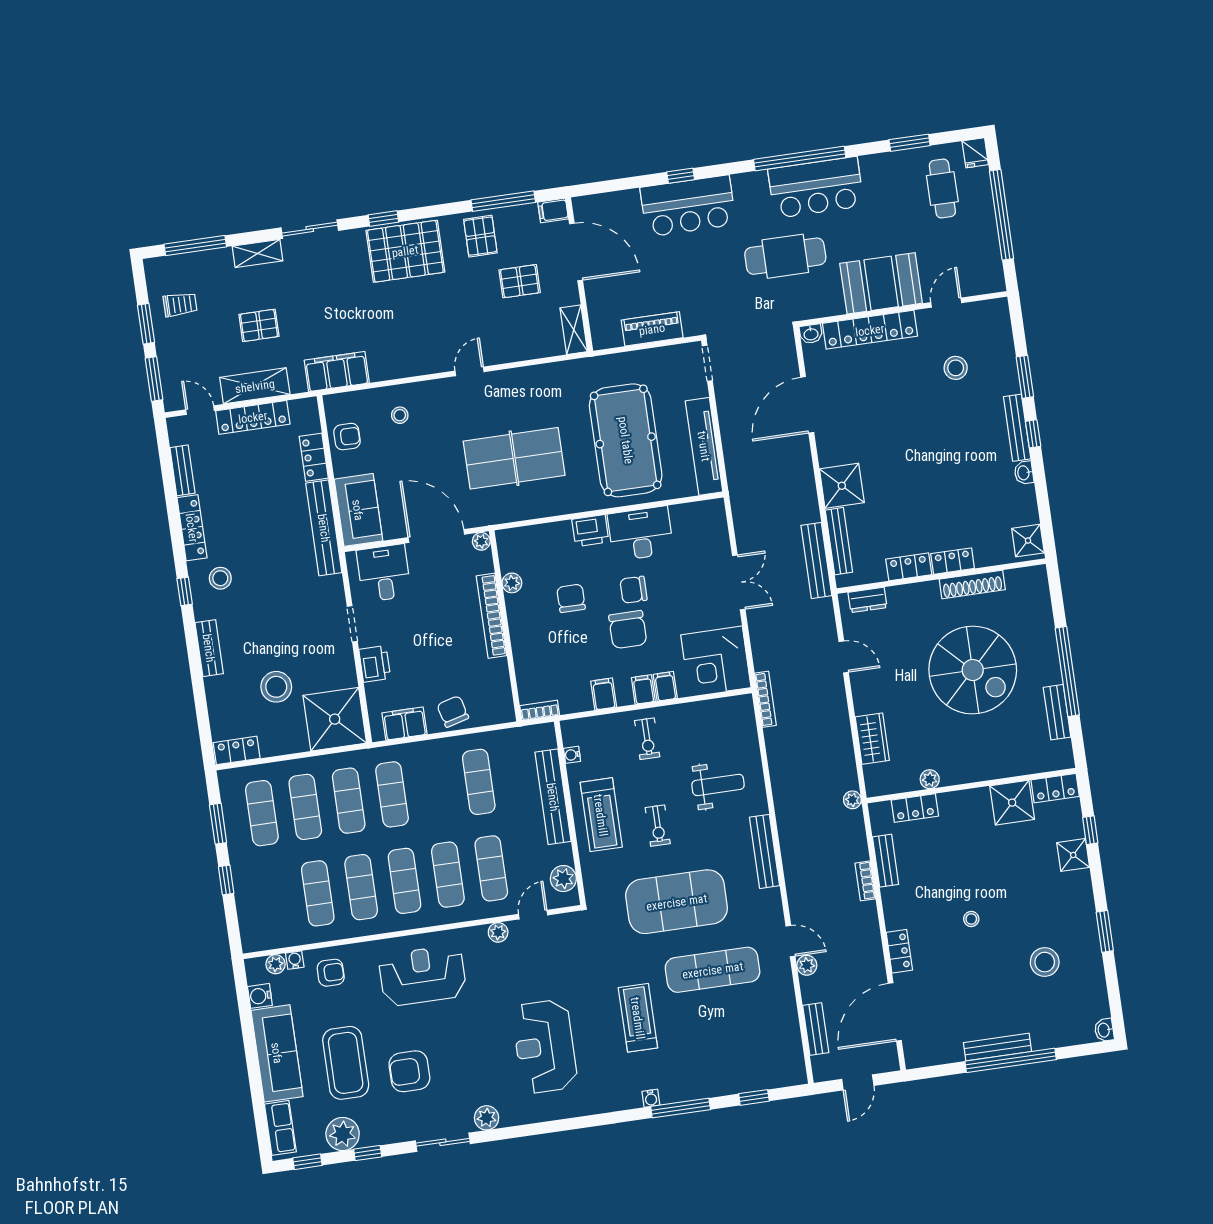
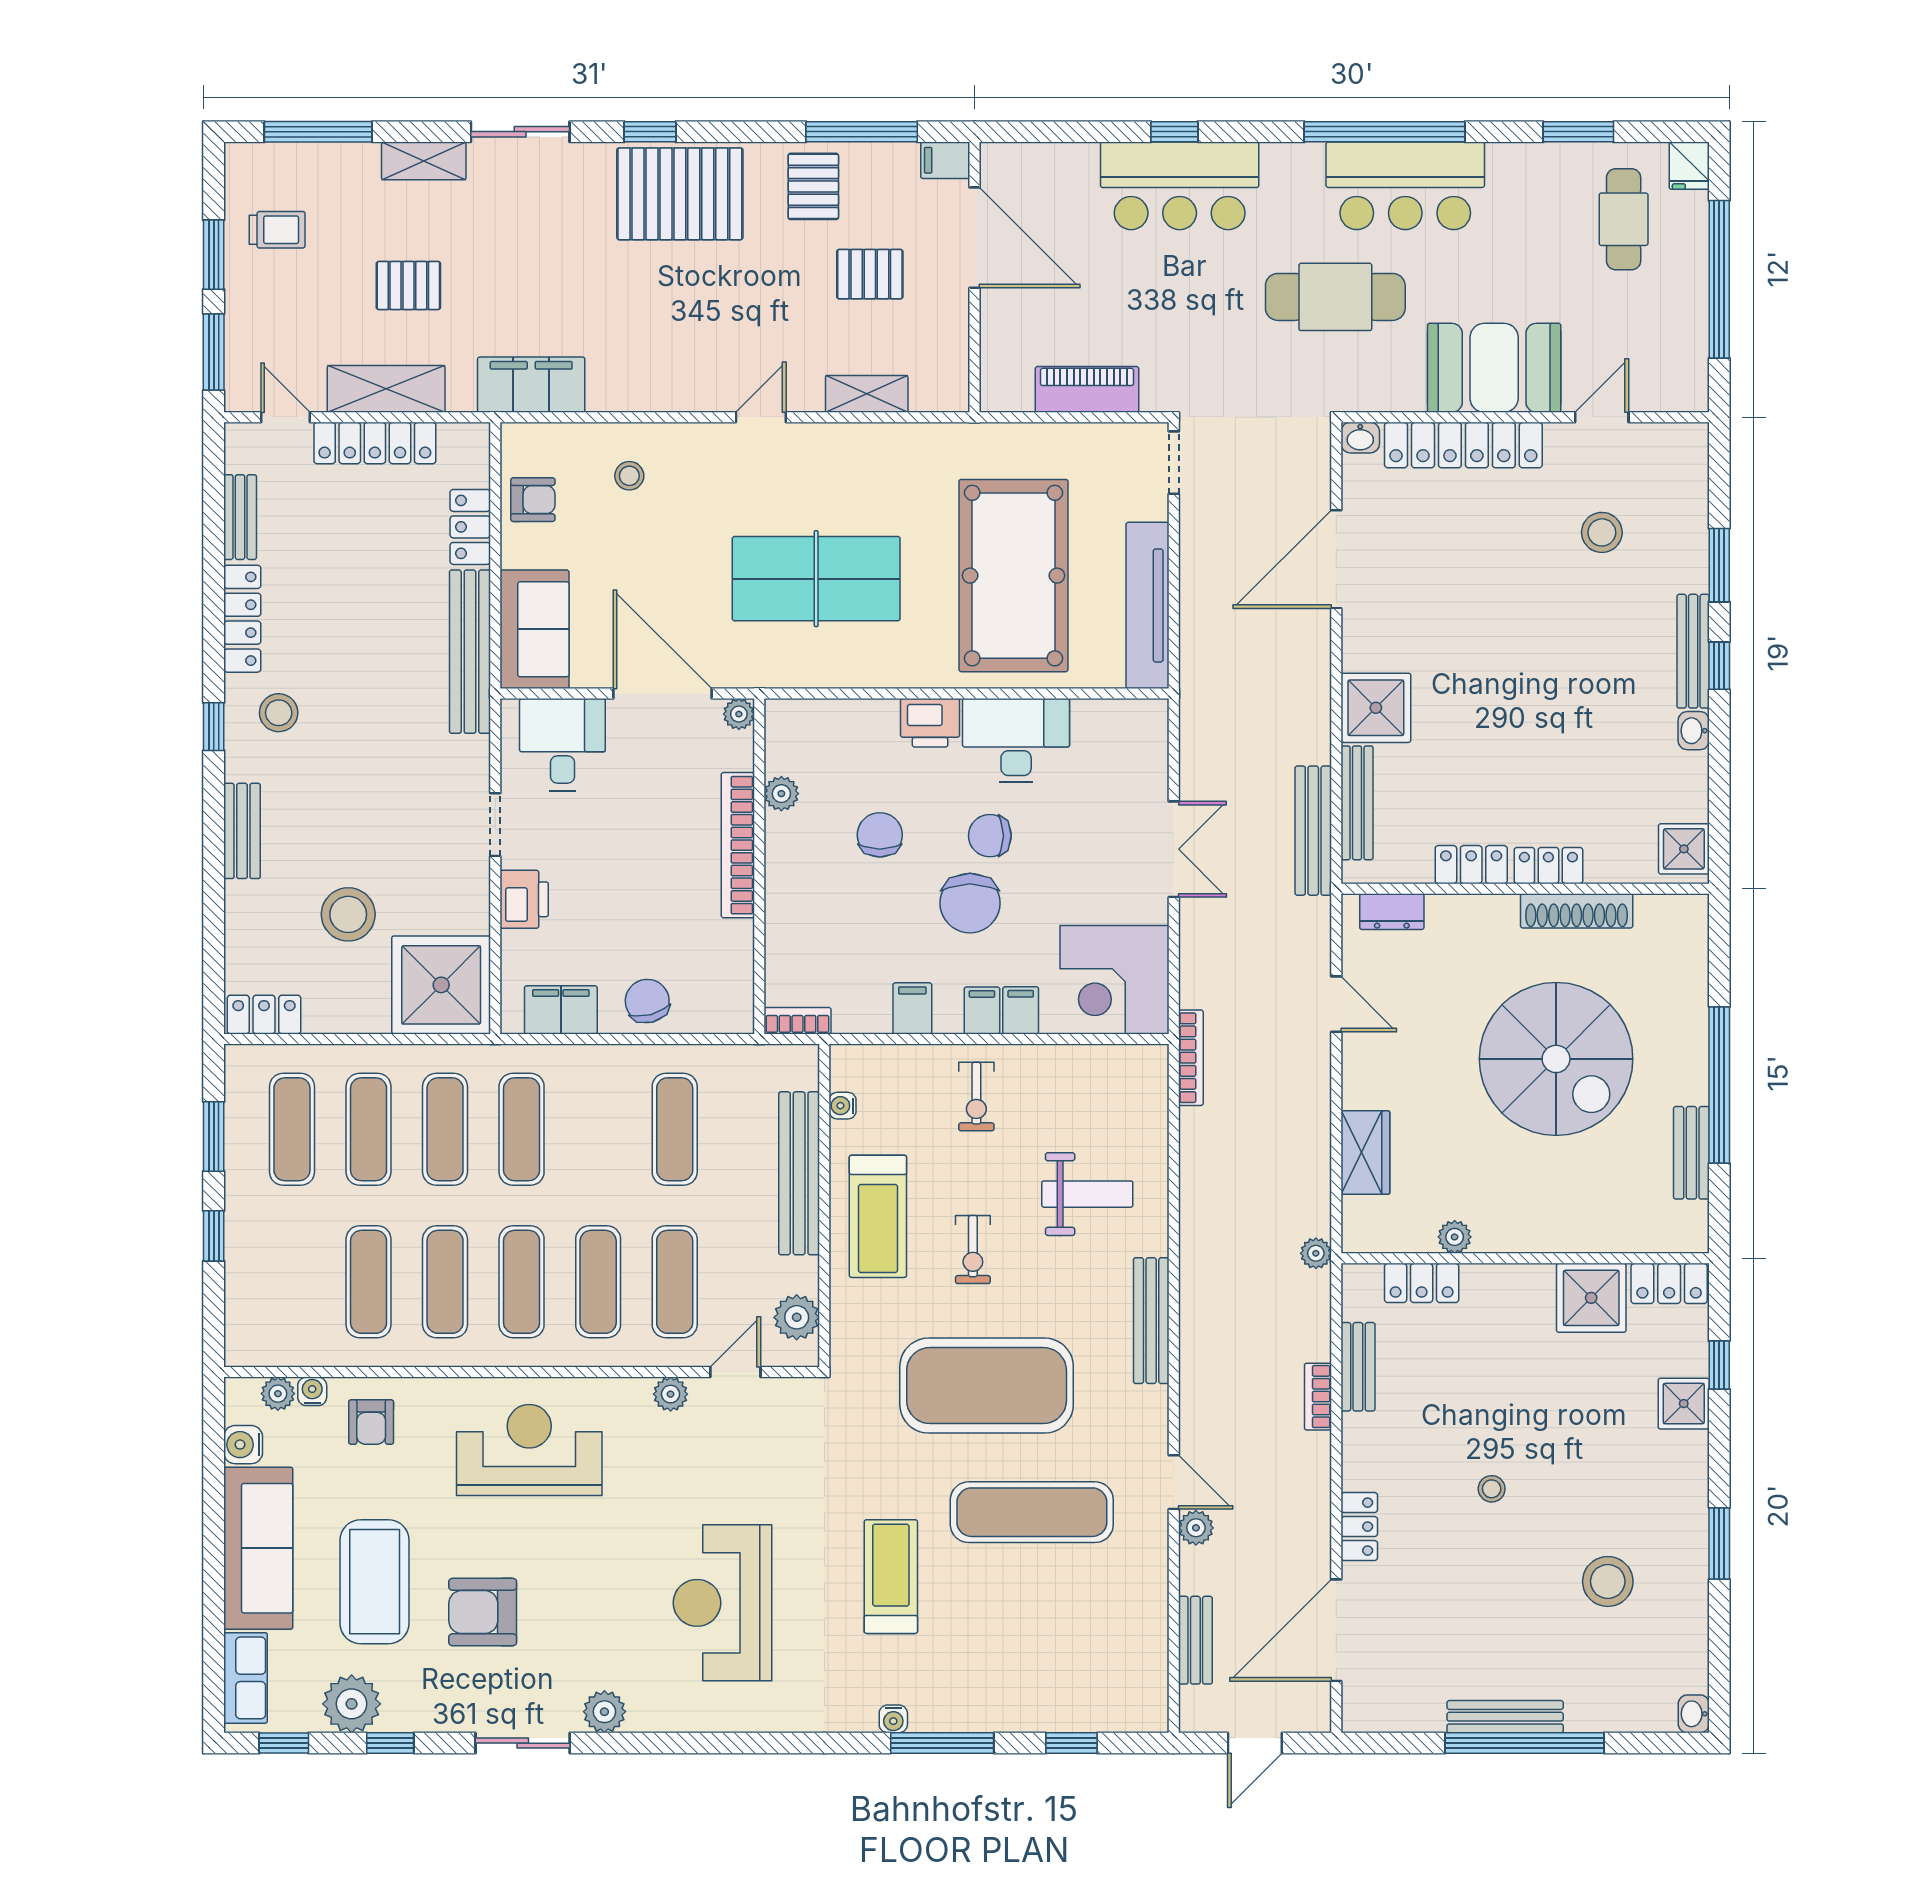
shelving: (574, 330) -> (867, 394), moved, turned 90
armchair: (331, 973) -> (371, 1422), turned 90

